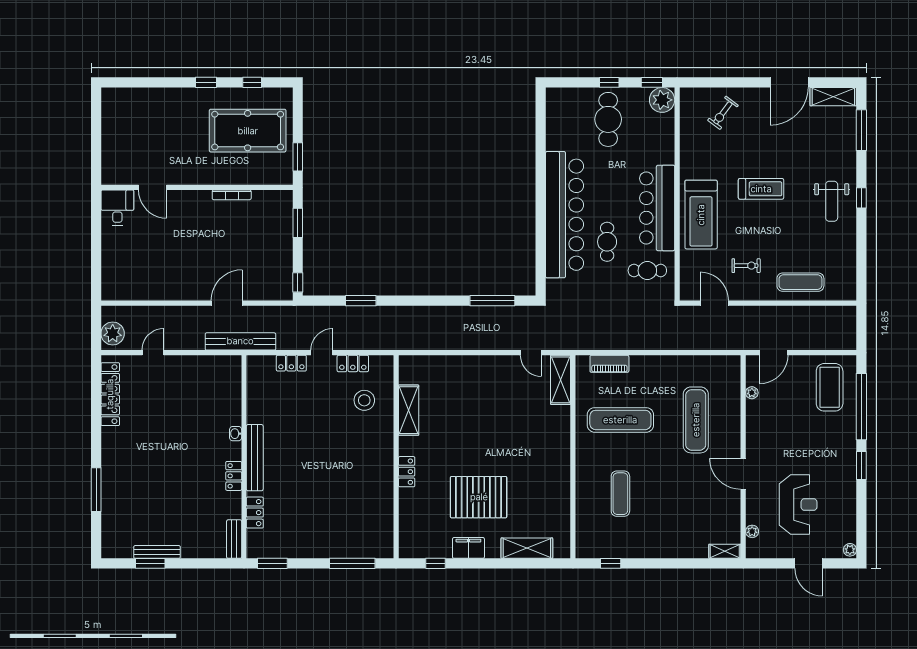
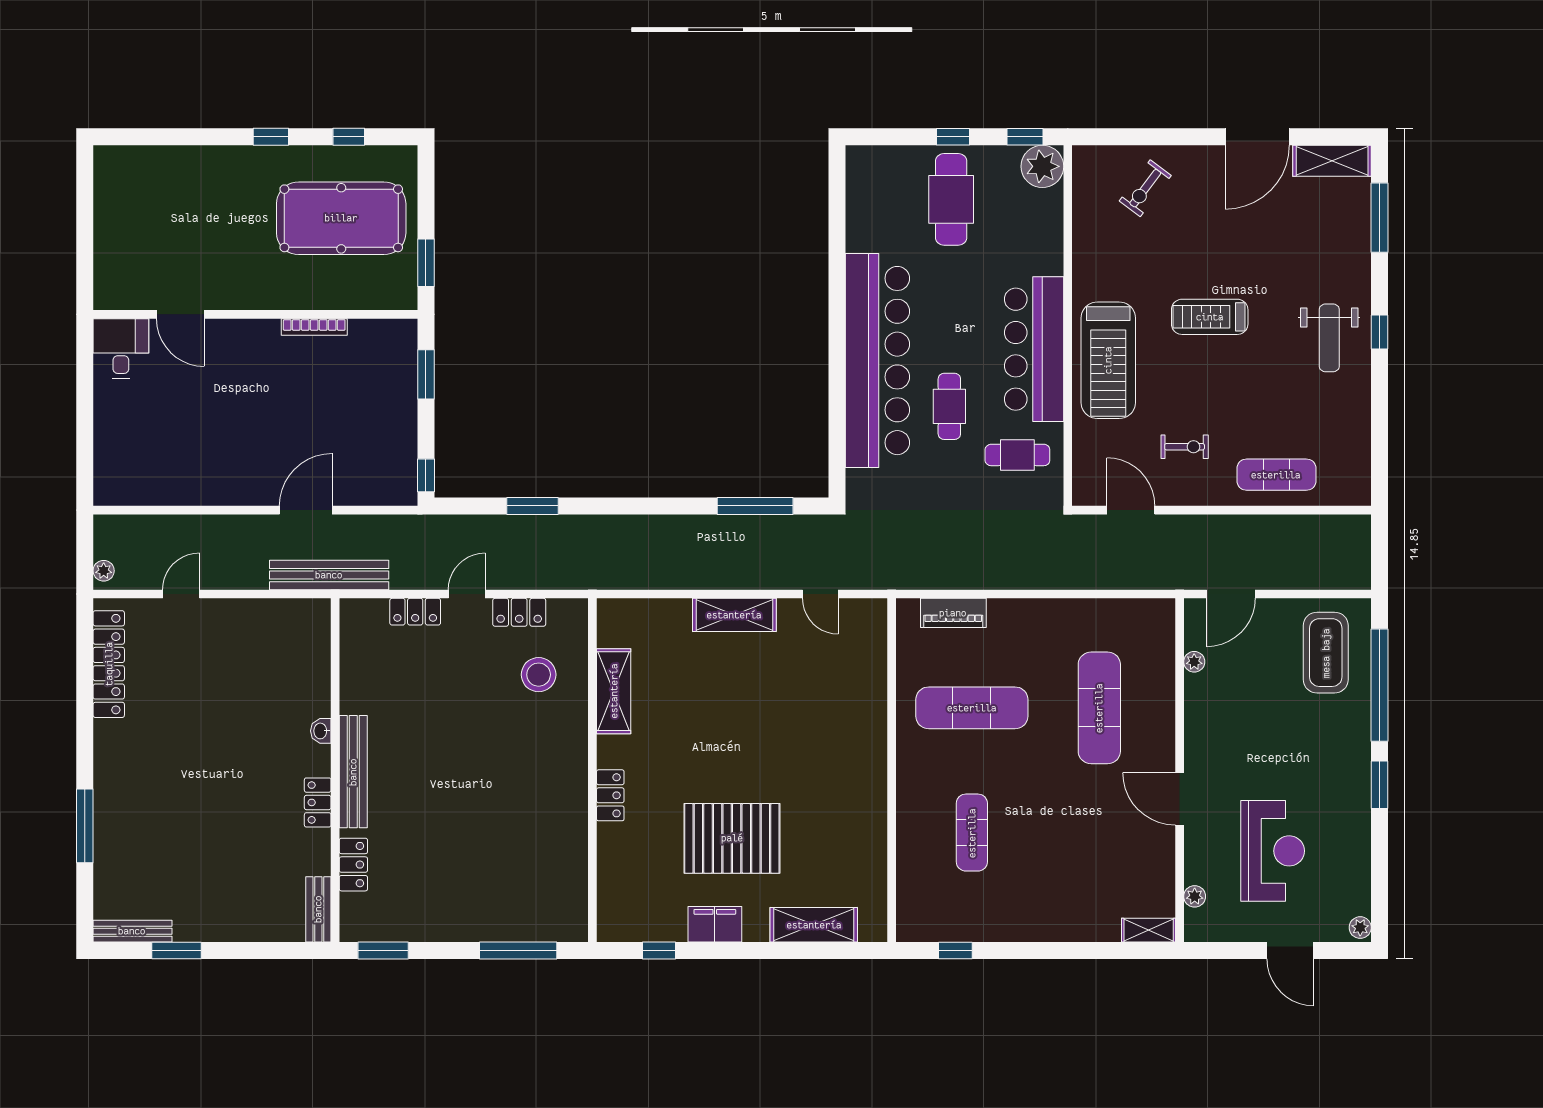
treadmill: (761, 189) -> (1210, 317), turned 180
plant: (113, 334) -> (104, 571), width x0.53, depth x0.53
shelving: (561, 380) -> (734, 615), moved, turned 90
bench: (157, 552) -> (132, 931), moved

